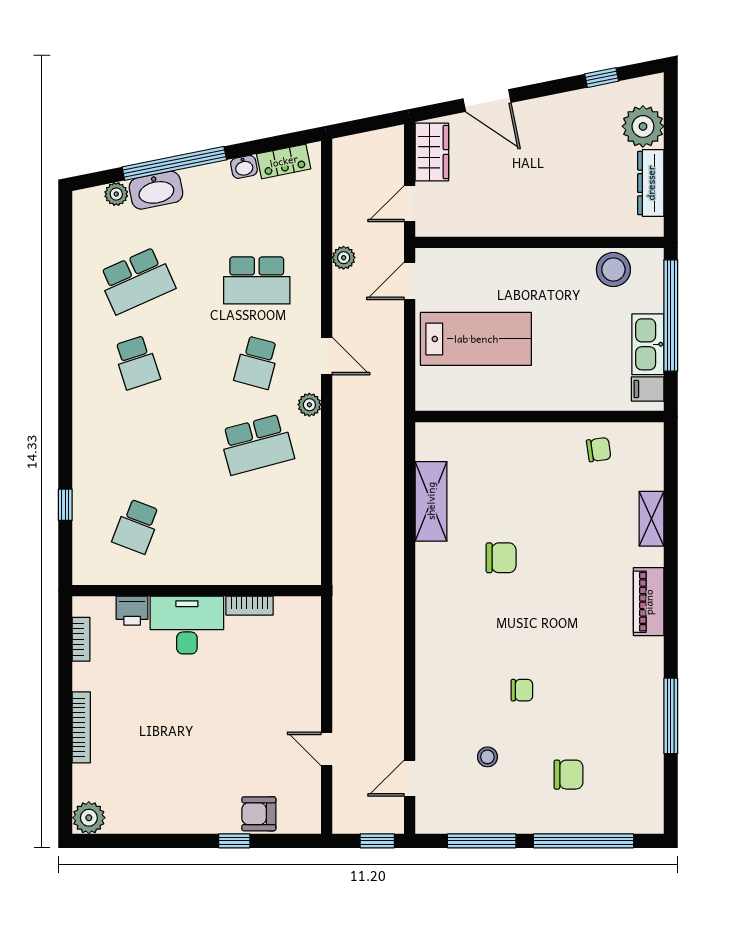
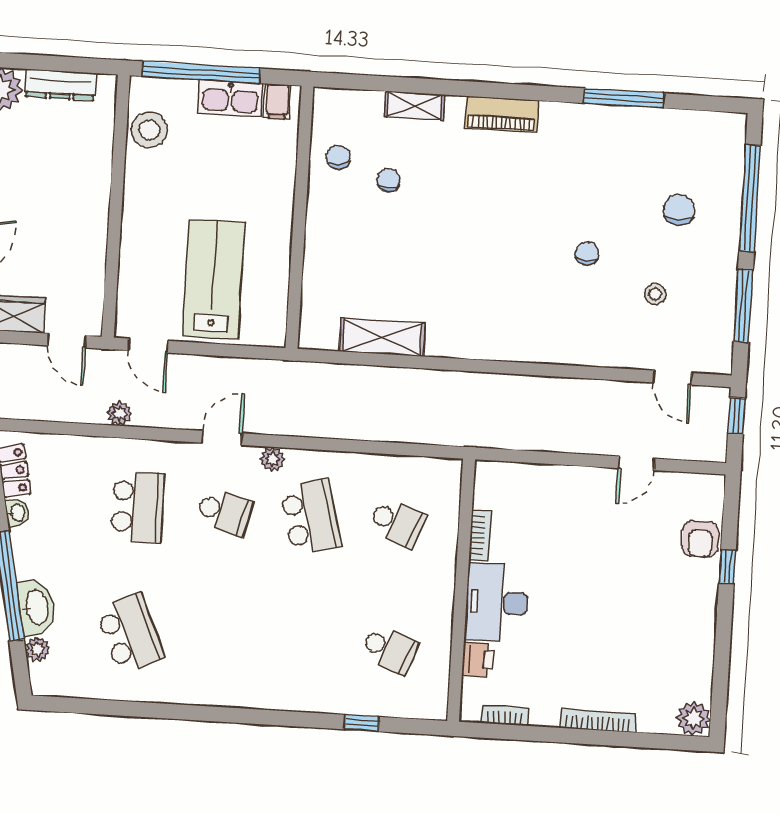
school desk: (137, 362) -> (397, 523), moved, turned 39
chair: (501, 558) -> (388, 180), moved, width x0.73, depth x0.73

